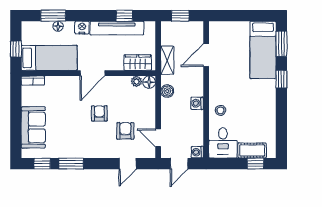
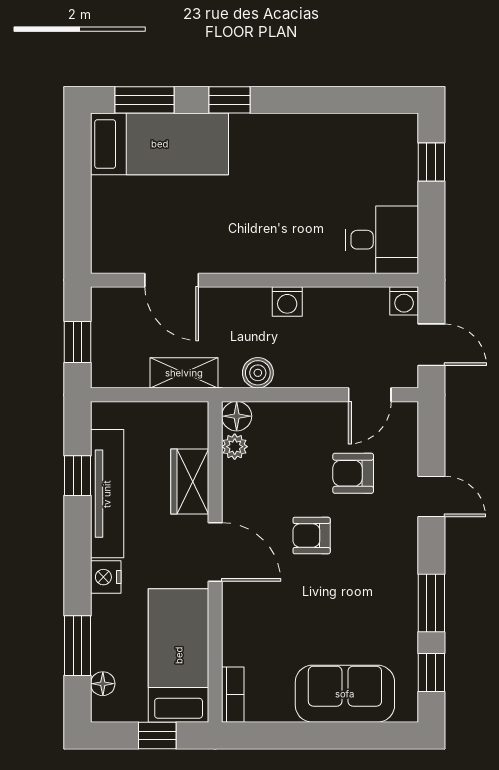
floor lamp: (58, 26) -> (103, 684), moved
wardrobe: (138, 63) -> (190, 482), moved
stool: (221, 110) -> (304, 246), removed
cot: (252, 150) -> (400, 170), removed
door: (128, 164) -> (431, 496), moved

